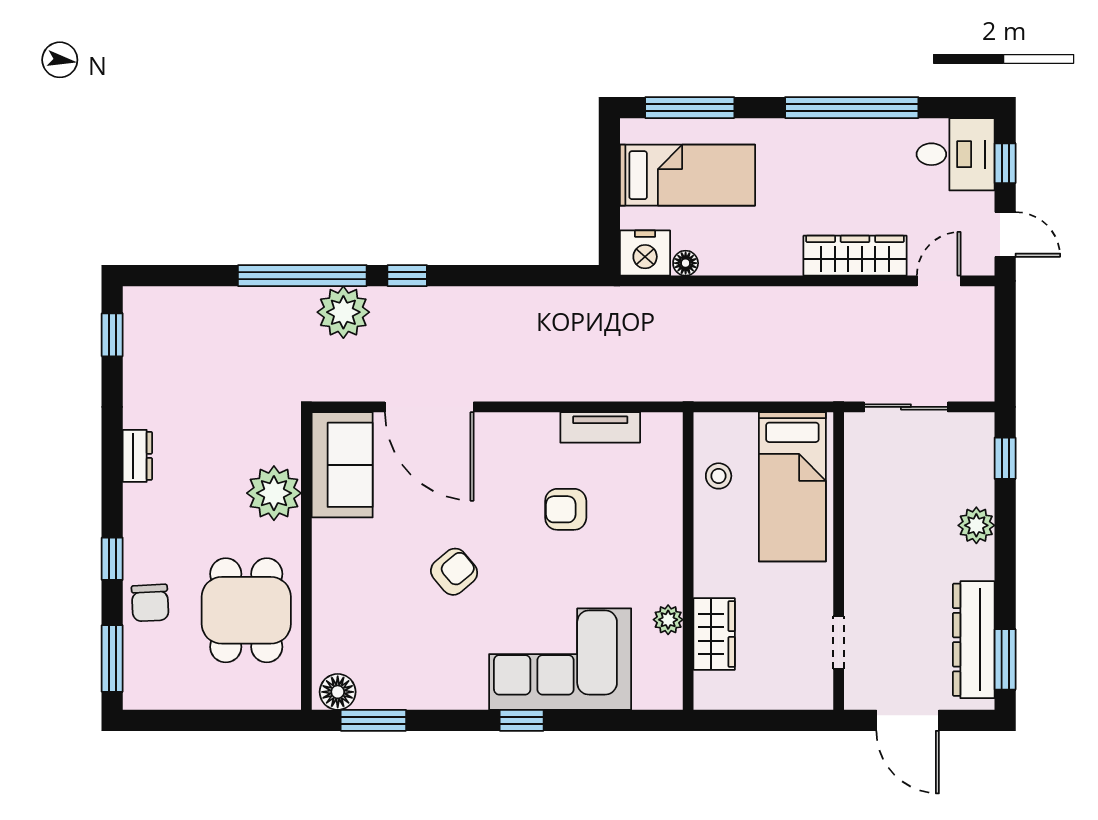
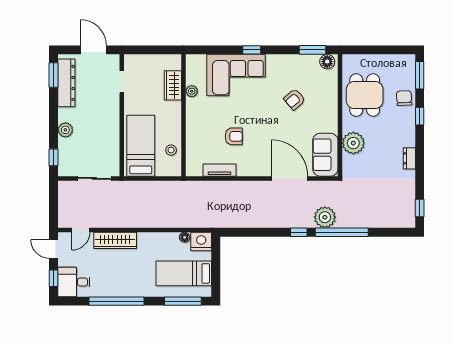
armchair: (454, 572) -> (295, 99), moved

